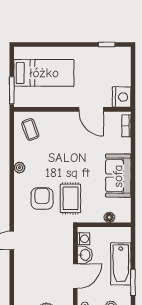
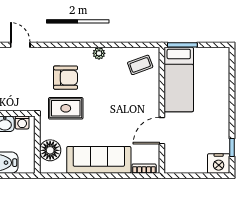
bed: (44, 73) -> (179, 80), moved
nightstand: (122, 97) -> (219, 164), moved
sofa: (118, 176) -> (99, 160), width x1.36
floor lamp: (109, 217) -> (50, 150), width x1.89, depth x1.89

